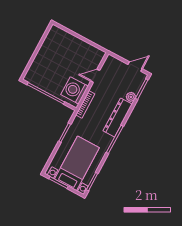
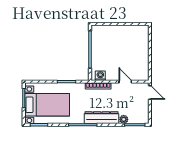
door: (135, 67) -> (150, 92), moved
washing machine: (74, 90) -> (100, 76), width x0.53, depth x0.53

